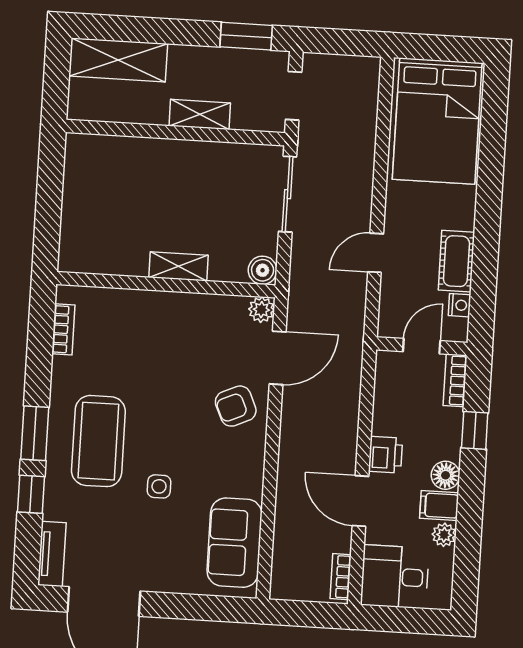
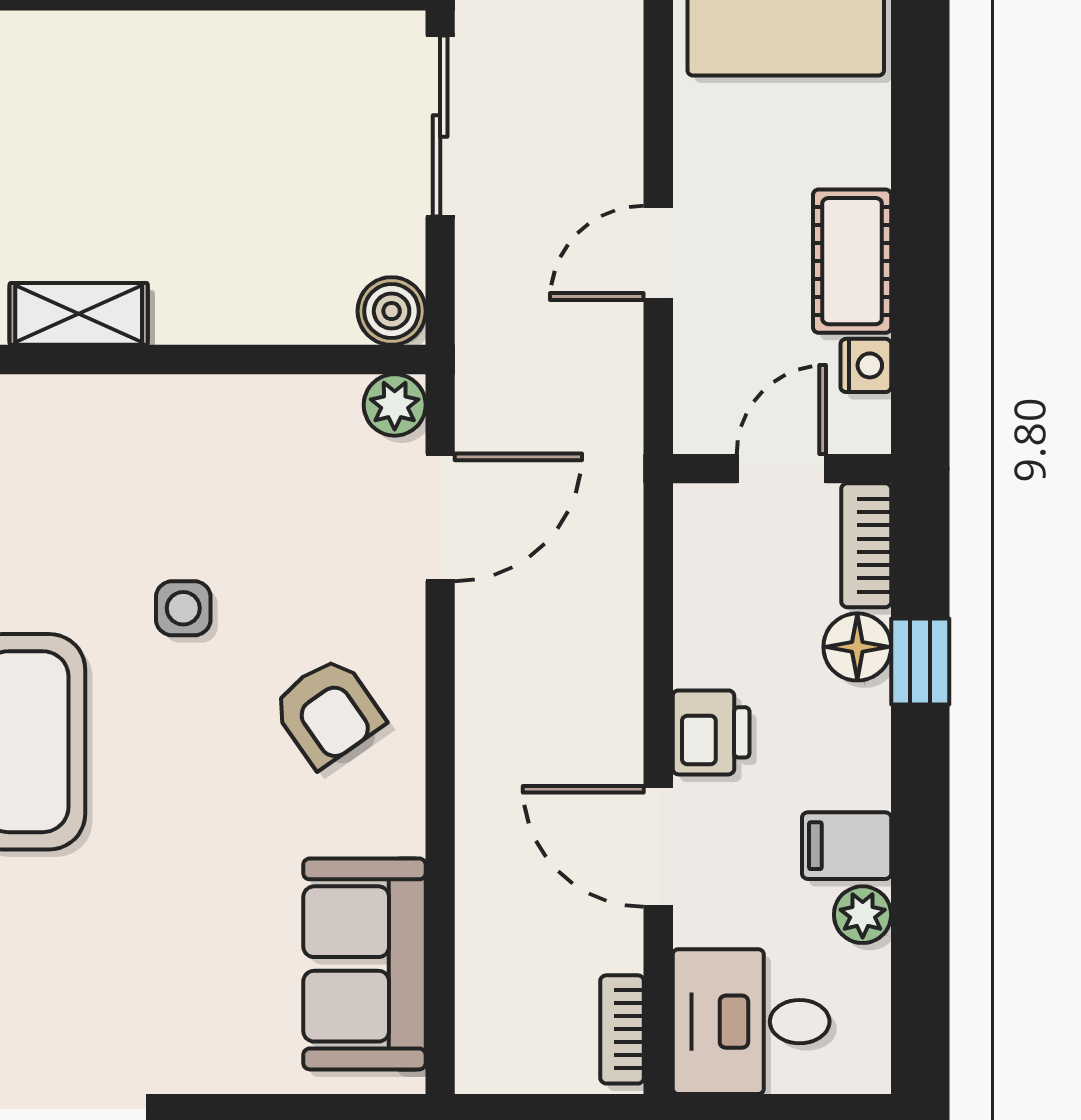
shelving: (179, 266) -> (79, 314), moved
armchair: (236, 406) -> (328, 712), moved, turned -101
floor lamp: (446, 475) -> (857, 647), moved
side table: (159, 486) -> (183, 608), moved

